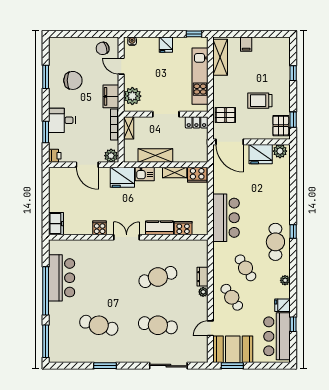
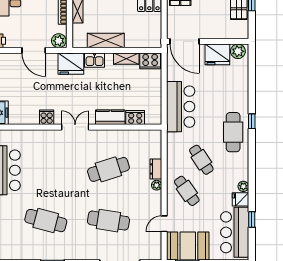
door: (230, 142) -> (185, 41), moved
wall: (251, 142) -> (208, 41), moved
plant: (280, 151) -> (238, 51), moved
fridge: (261, 154) -> (217, 54), moved
plant: (285, 280) -> (243, 186), moved

